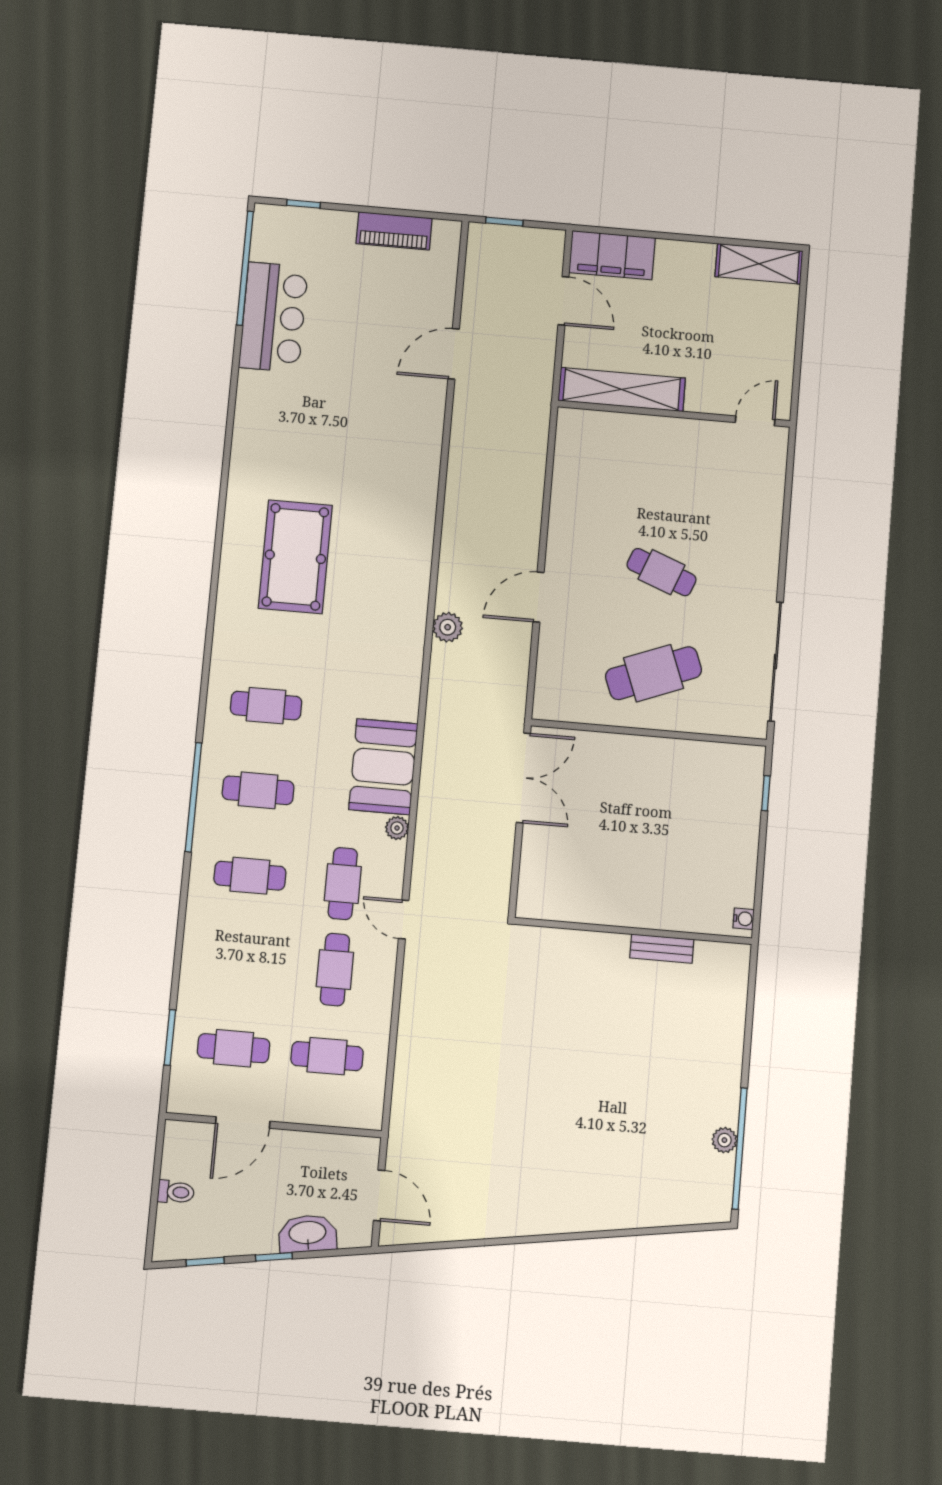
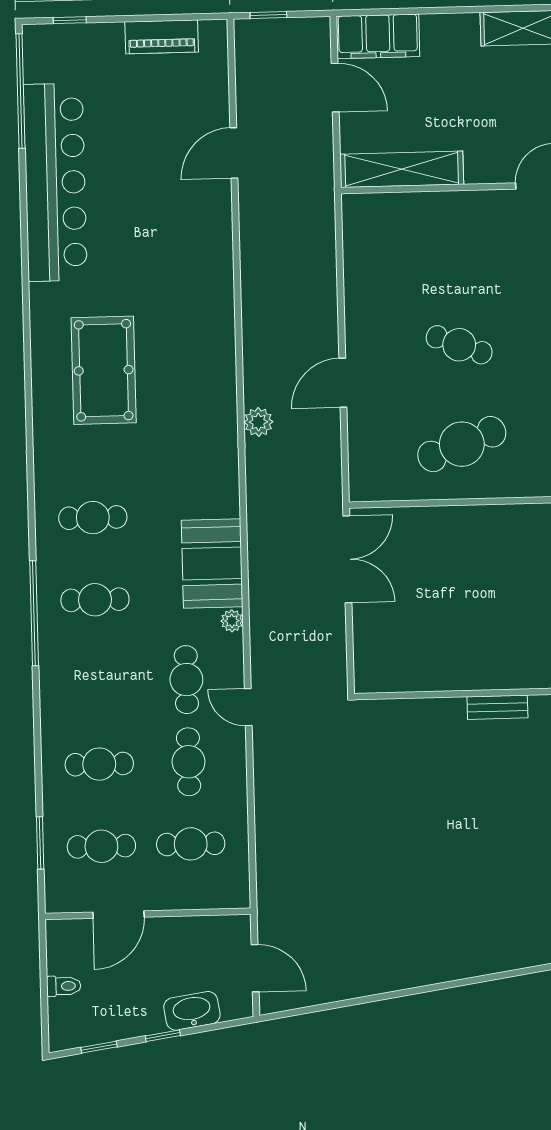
bar counter: (273, 317) -> (55, 182), width x1.86
cafe table: (250, 876) -> (99, 764), moved

